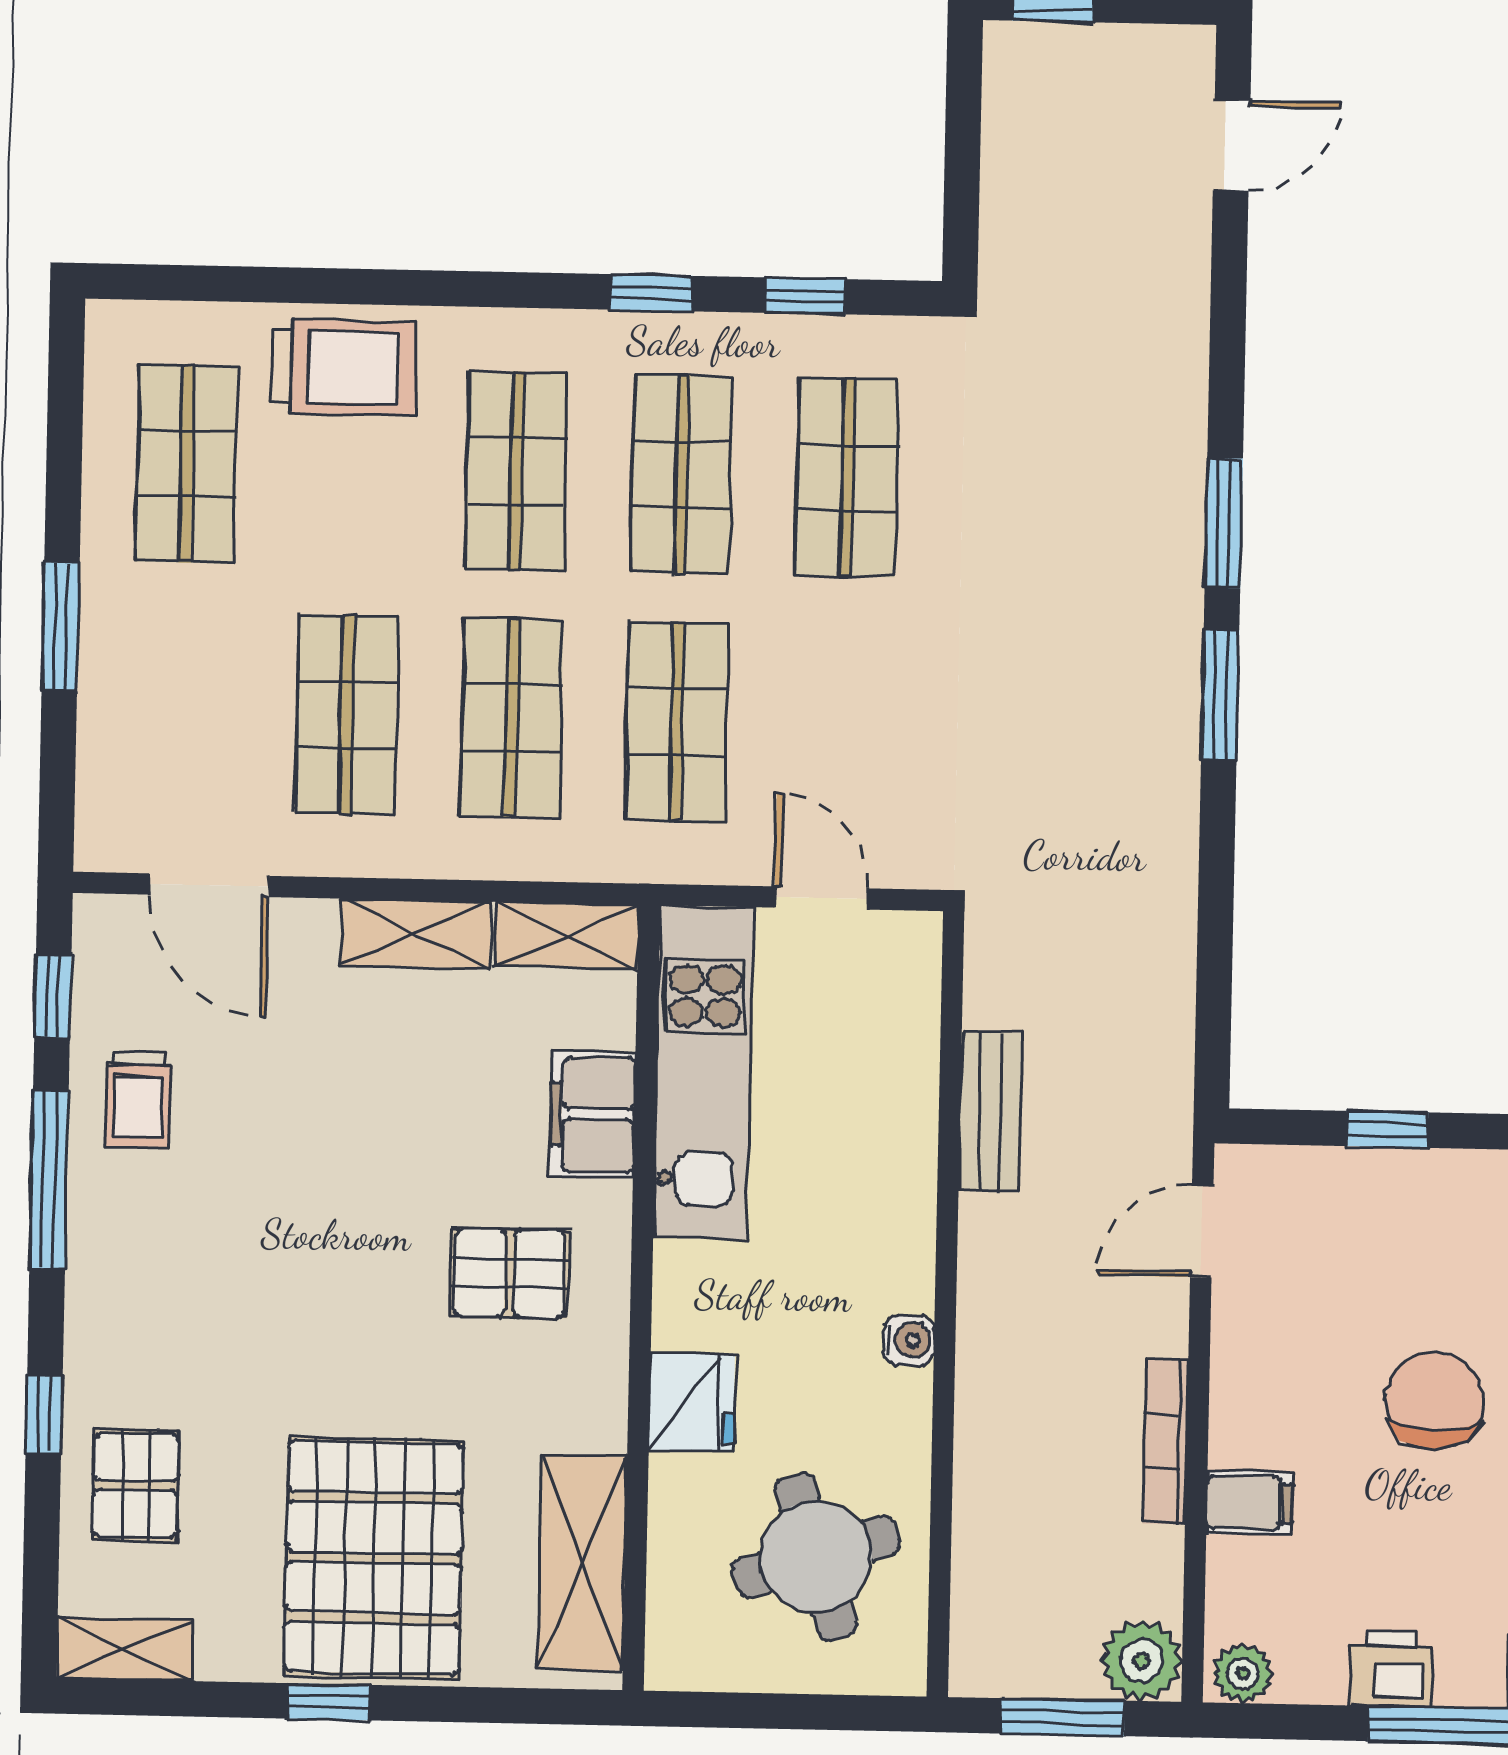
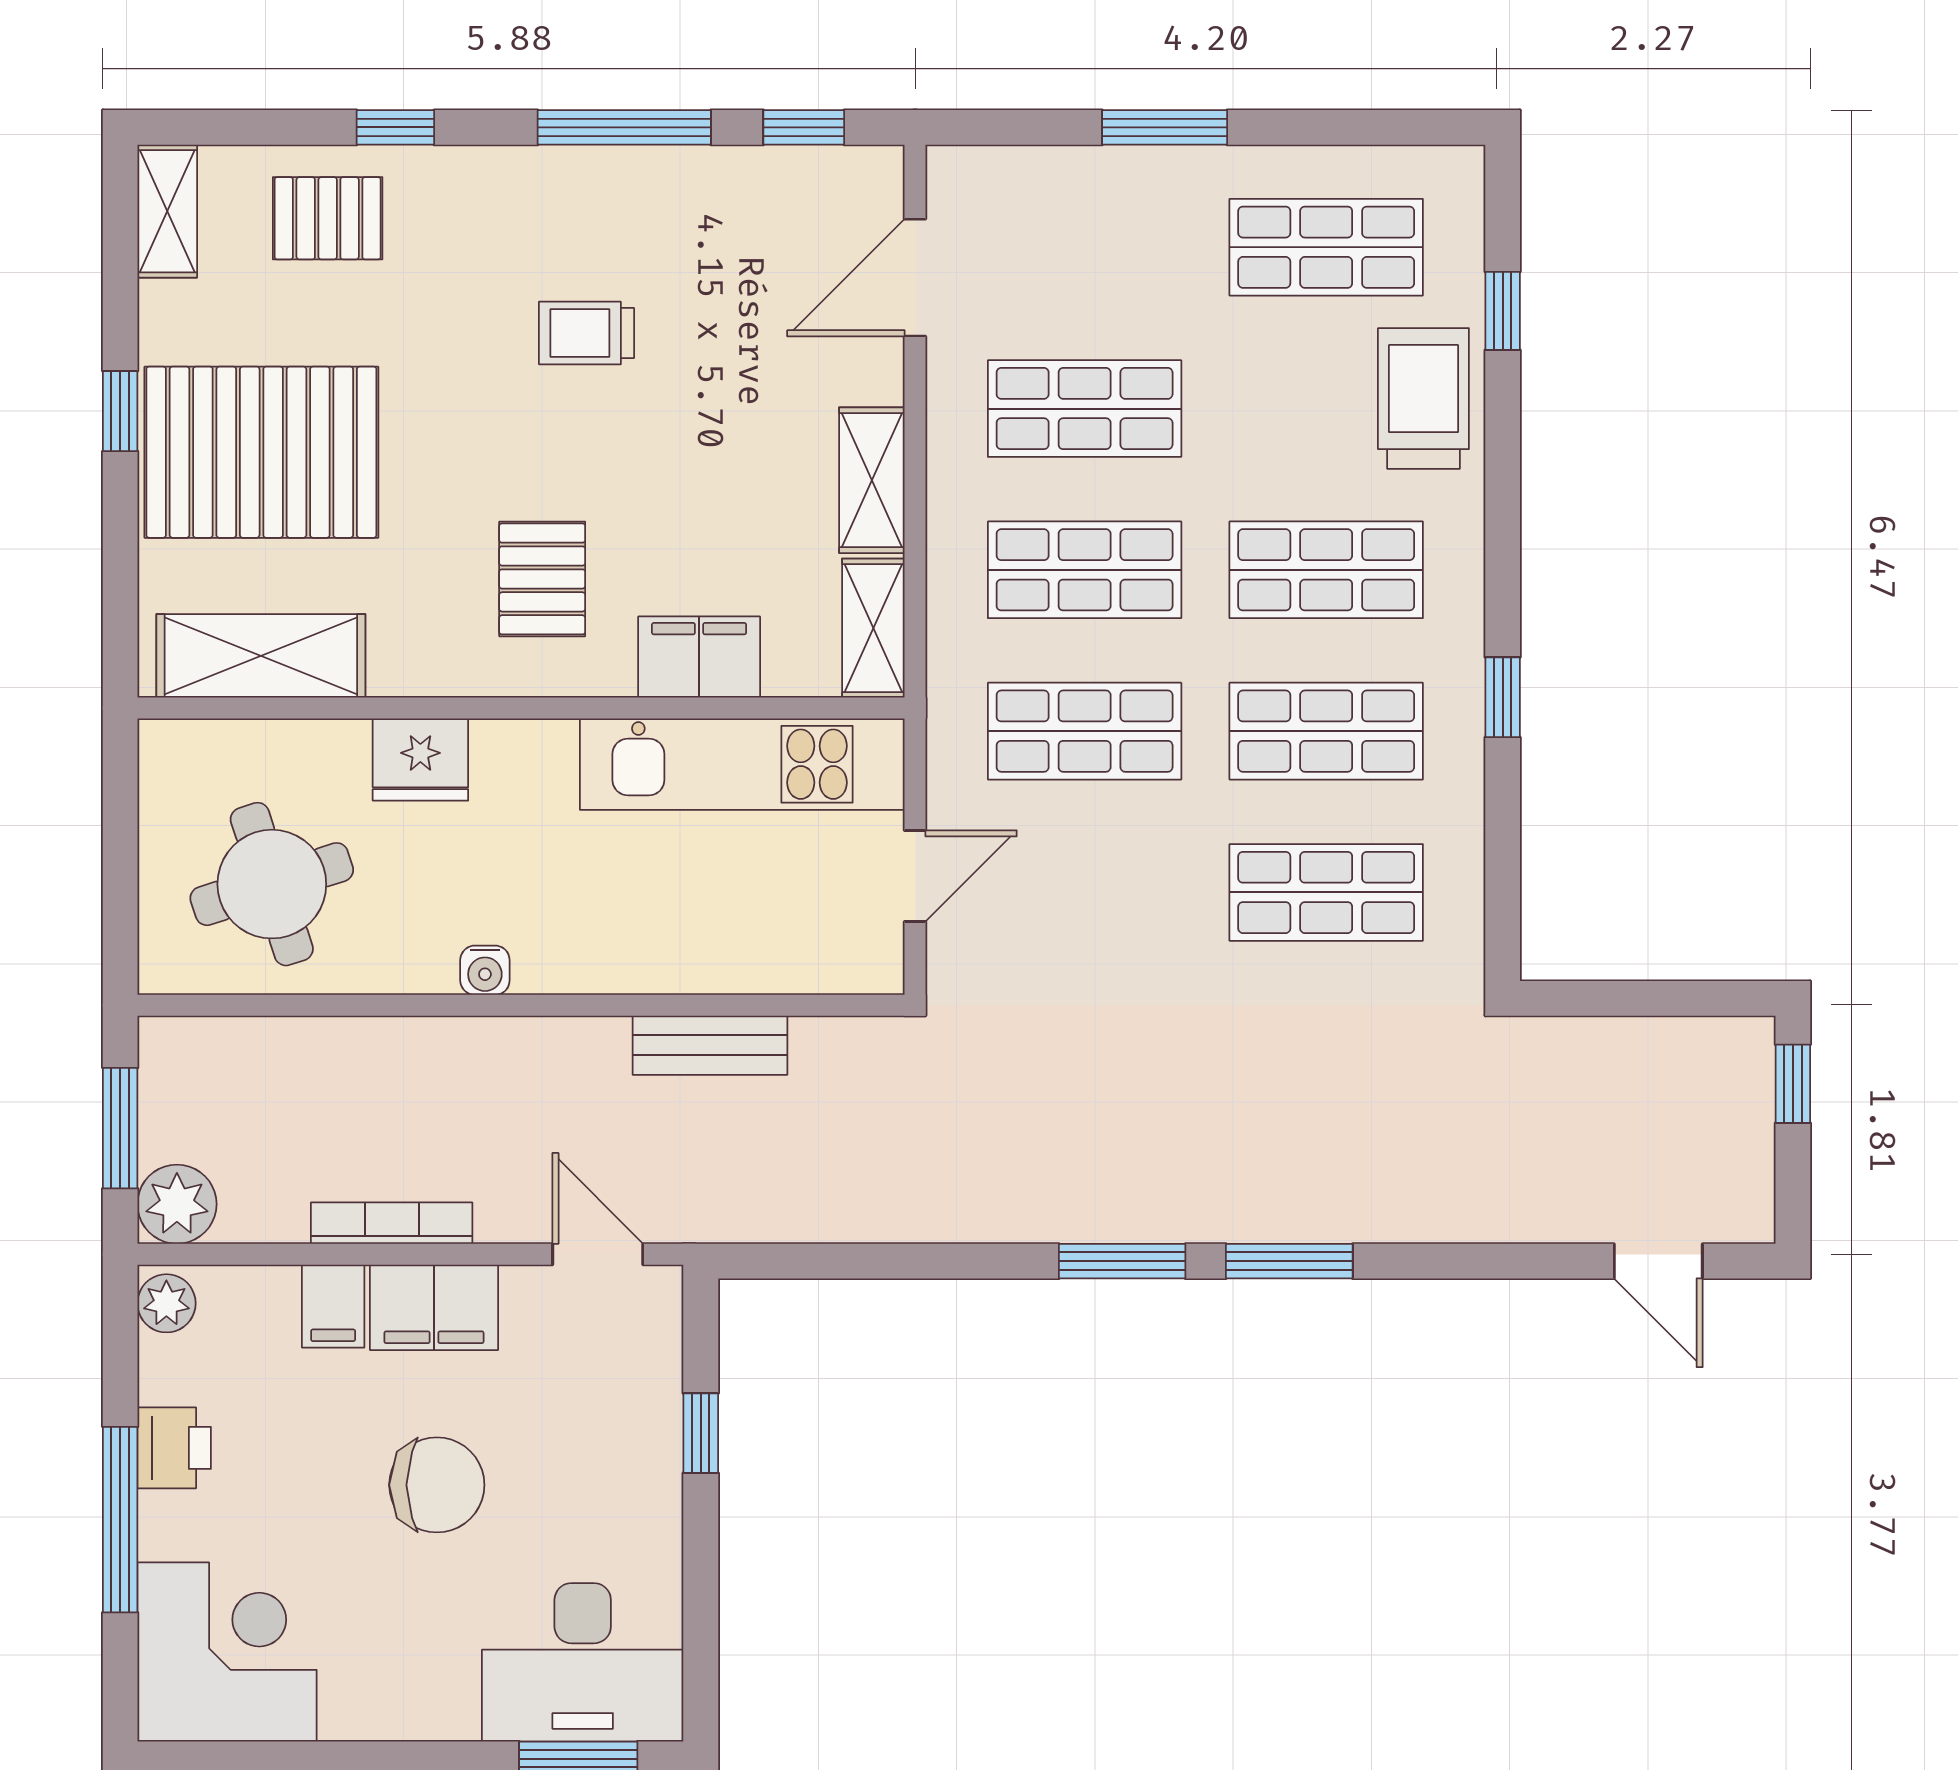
window: (806, 296) -> (1503, 311), moved
trolley: (344, 367) -> (1423, 398), turned 180
trolley: (138, 1100) -> (587, 333), moved
filing cabinet: (1253, 1400) -> (434, 1307), added

